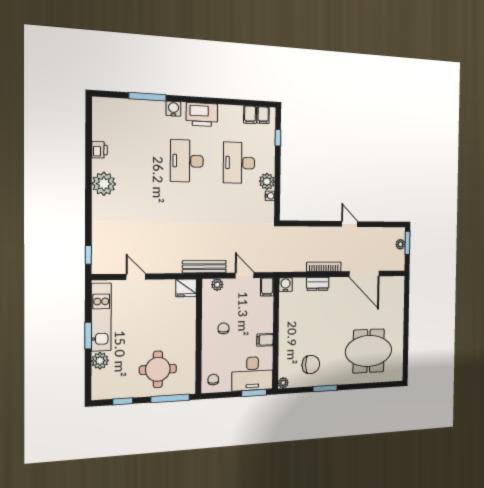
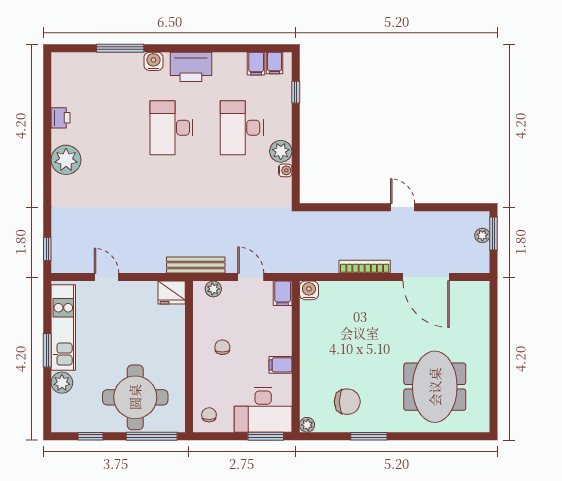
dresser: (318, 284) -> (356, 290), removed
meeting table: (369, 351) -> (435, 387), turned 90
round table: (158, 369) -> (135, 397), width x1.36, depth x1.36

